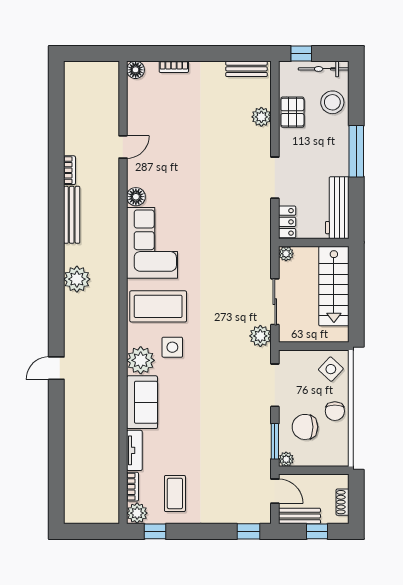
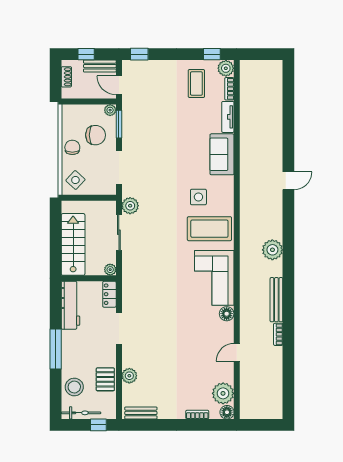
plant: (141, 360) -> (223, 393), moved

